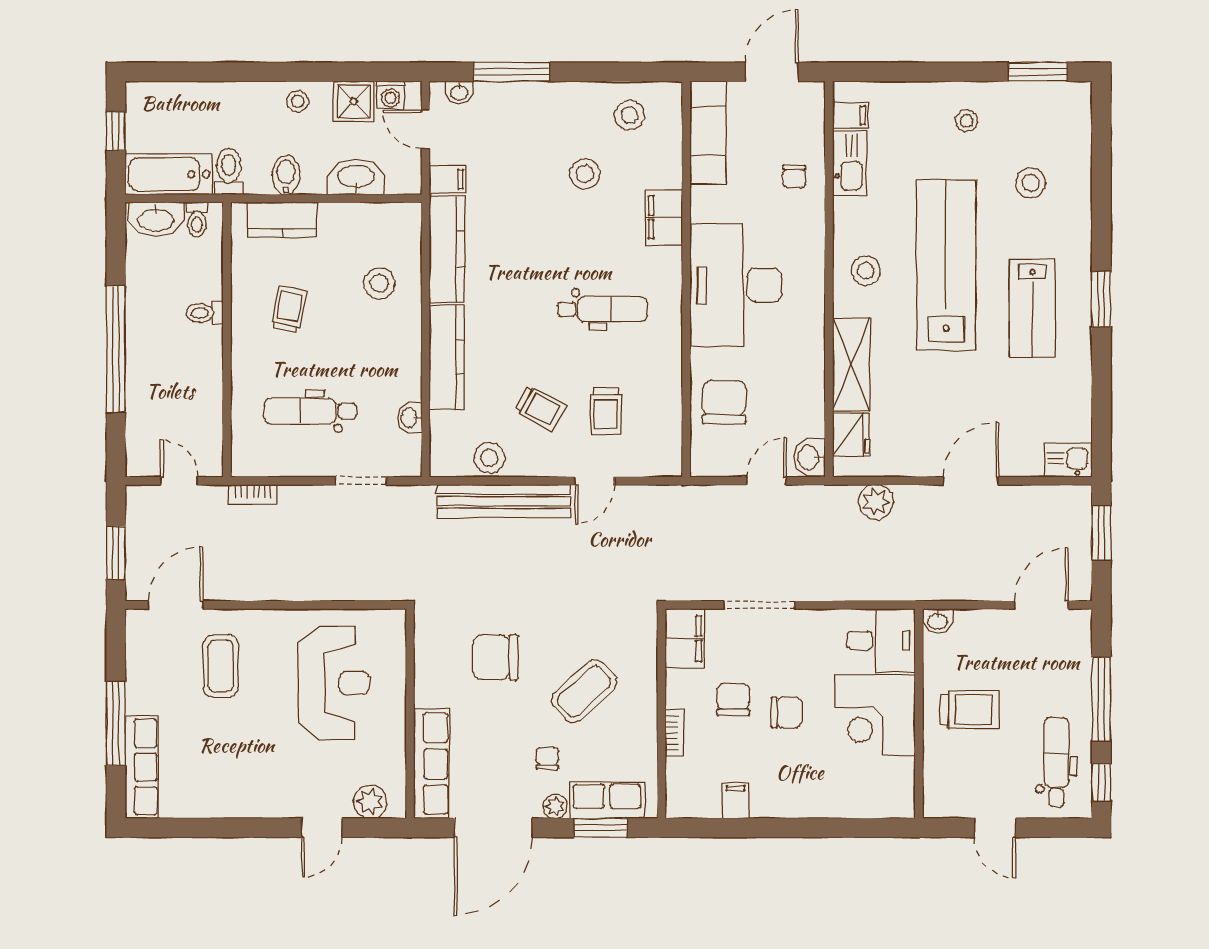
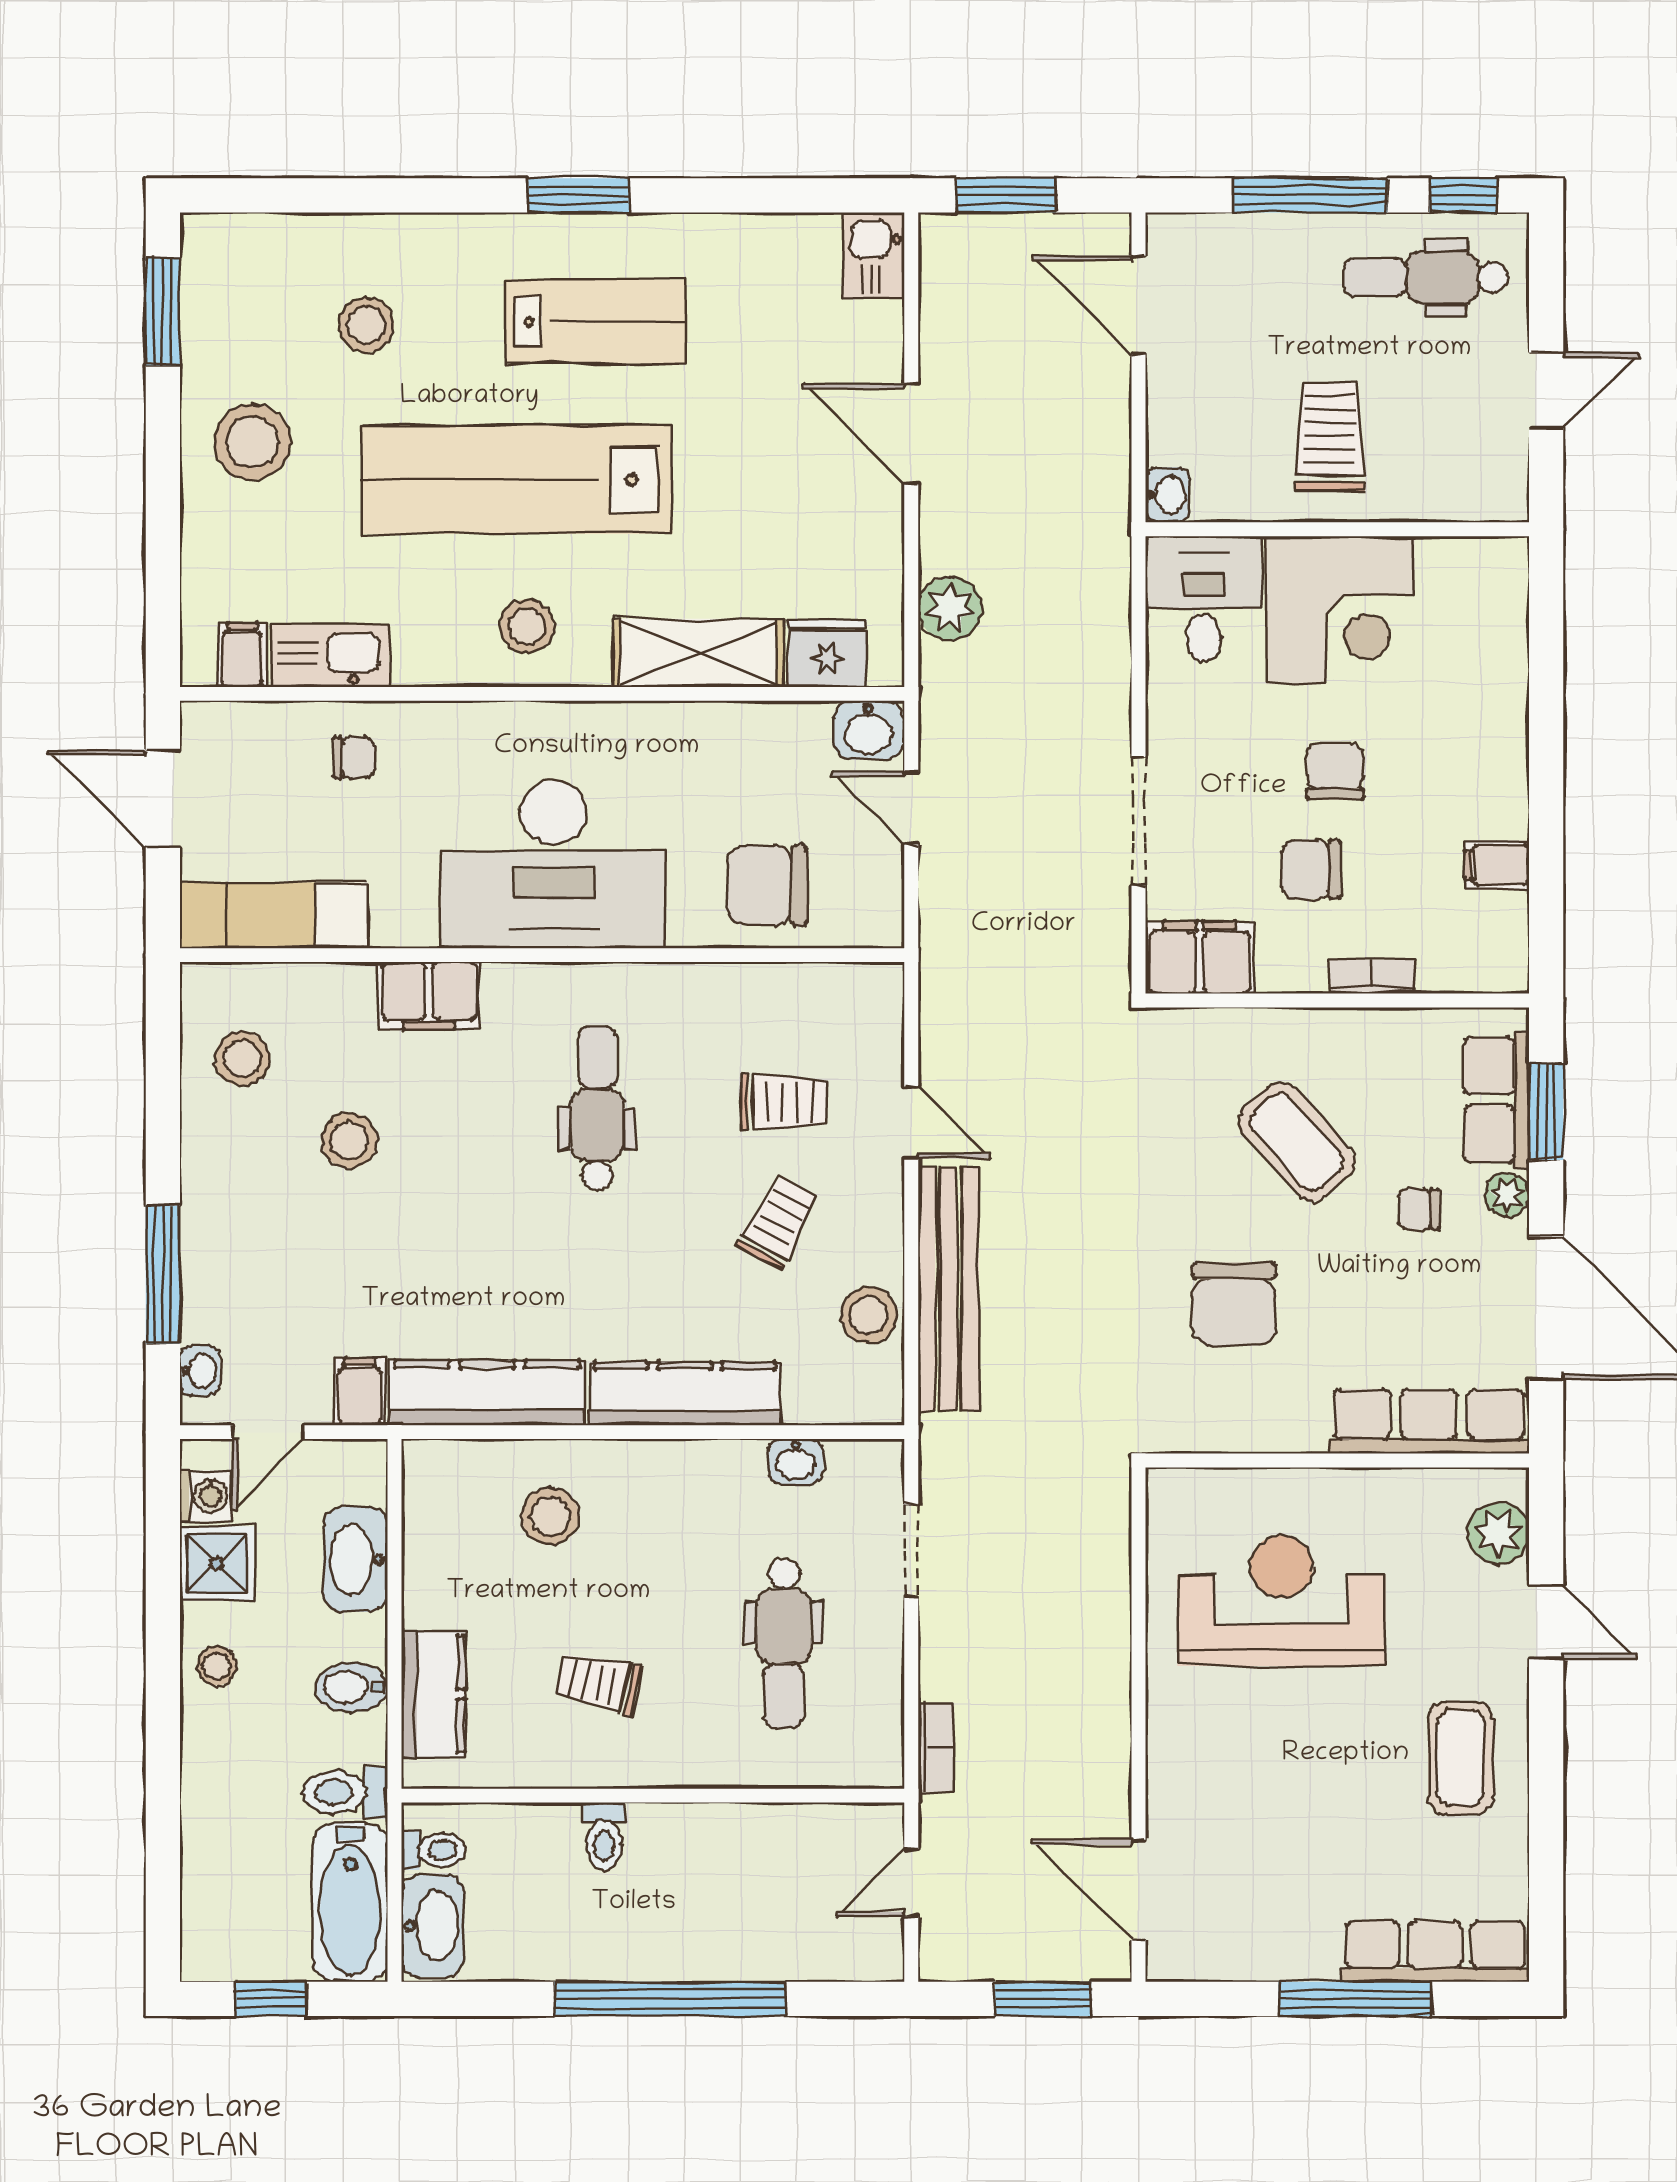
stool: (967, 121) -> (252, 442), width x1.89, depth x1.89
coffee table: (221, 666) -> (1461, 1758), moved, turned 90

